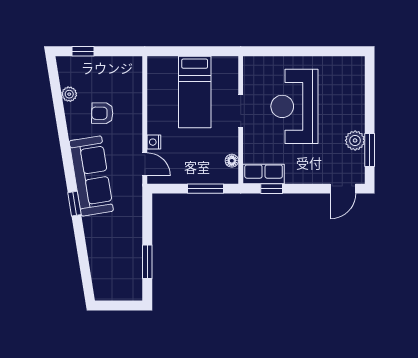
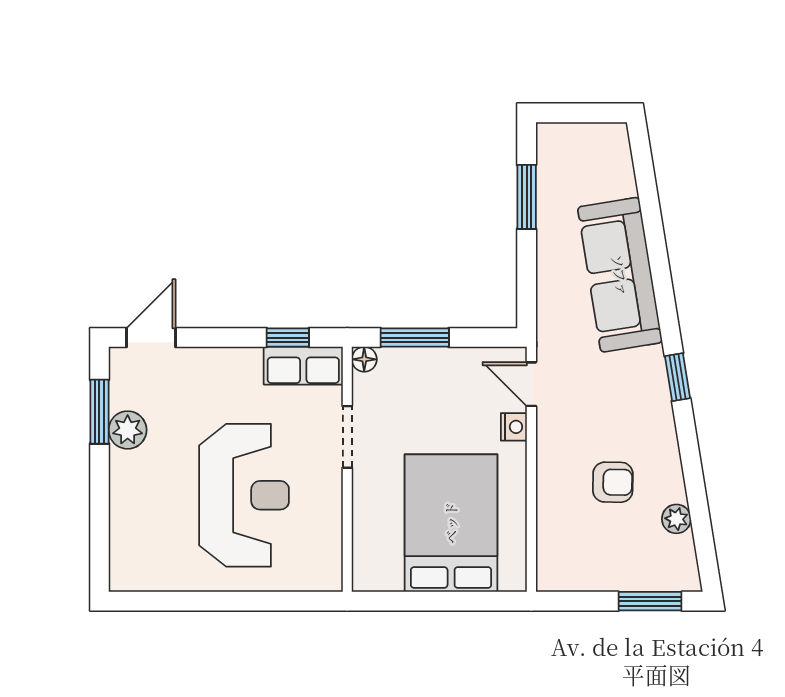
window: (83, 51) -> (650, 601), width x1.50
bed: (195, 92) -> (451, 523), width x1.50
doorway: (241, 111) -> (347, 437), moved
floor lamp: (232, 161) -> (364, 359), moved
sofa: (91, 176) -> (620, 275), moved
window: (74, 204) -> (678, 377), moved

